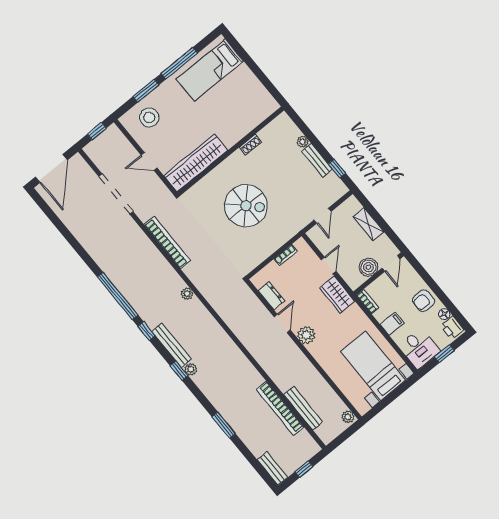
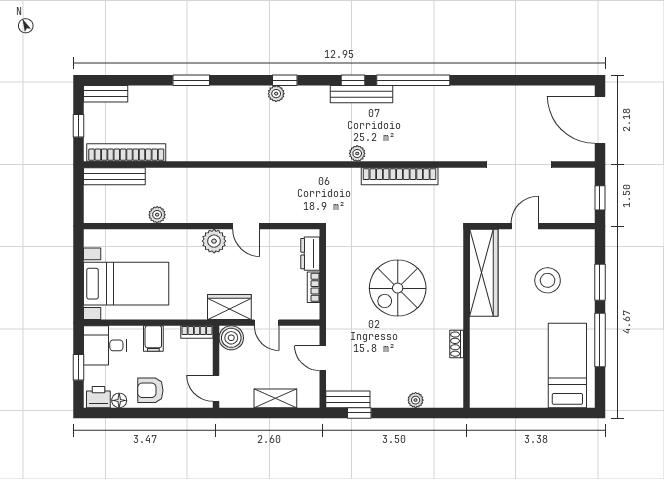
stool: (149, 117) -> (548, 280), moved
bench: (317, 160) -> (348, 399), moved
bookcase: (167, 242) -> (400, 176), moved
boiler: (368, 267) -> (231, 338), moved
dresser: (271, 296) -> (310, 254), moved, turned 90
armchair: (424, 301) -> (150, 390), turned -90
bench: (172, 345) -> (361, 94), moved
bookcase: (280, 408) -> (126, 152), moved
bench: (303, 408) -> (114, 176), moved
plant: (348, 417) -> (157, 215), moved

